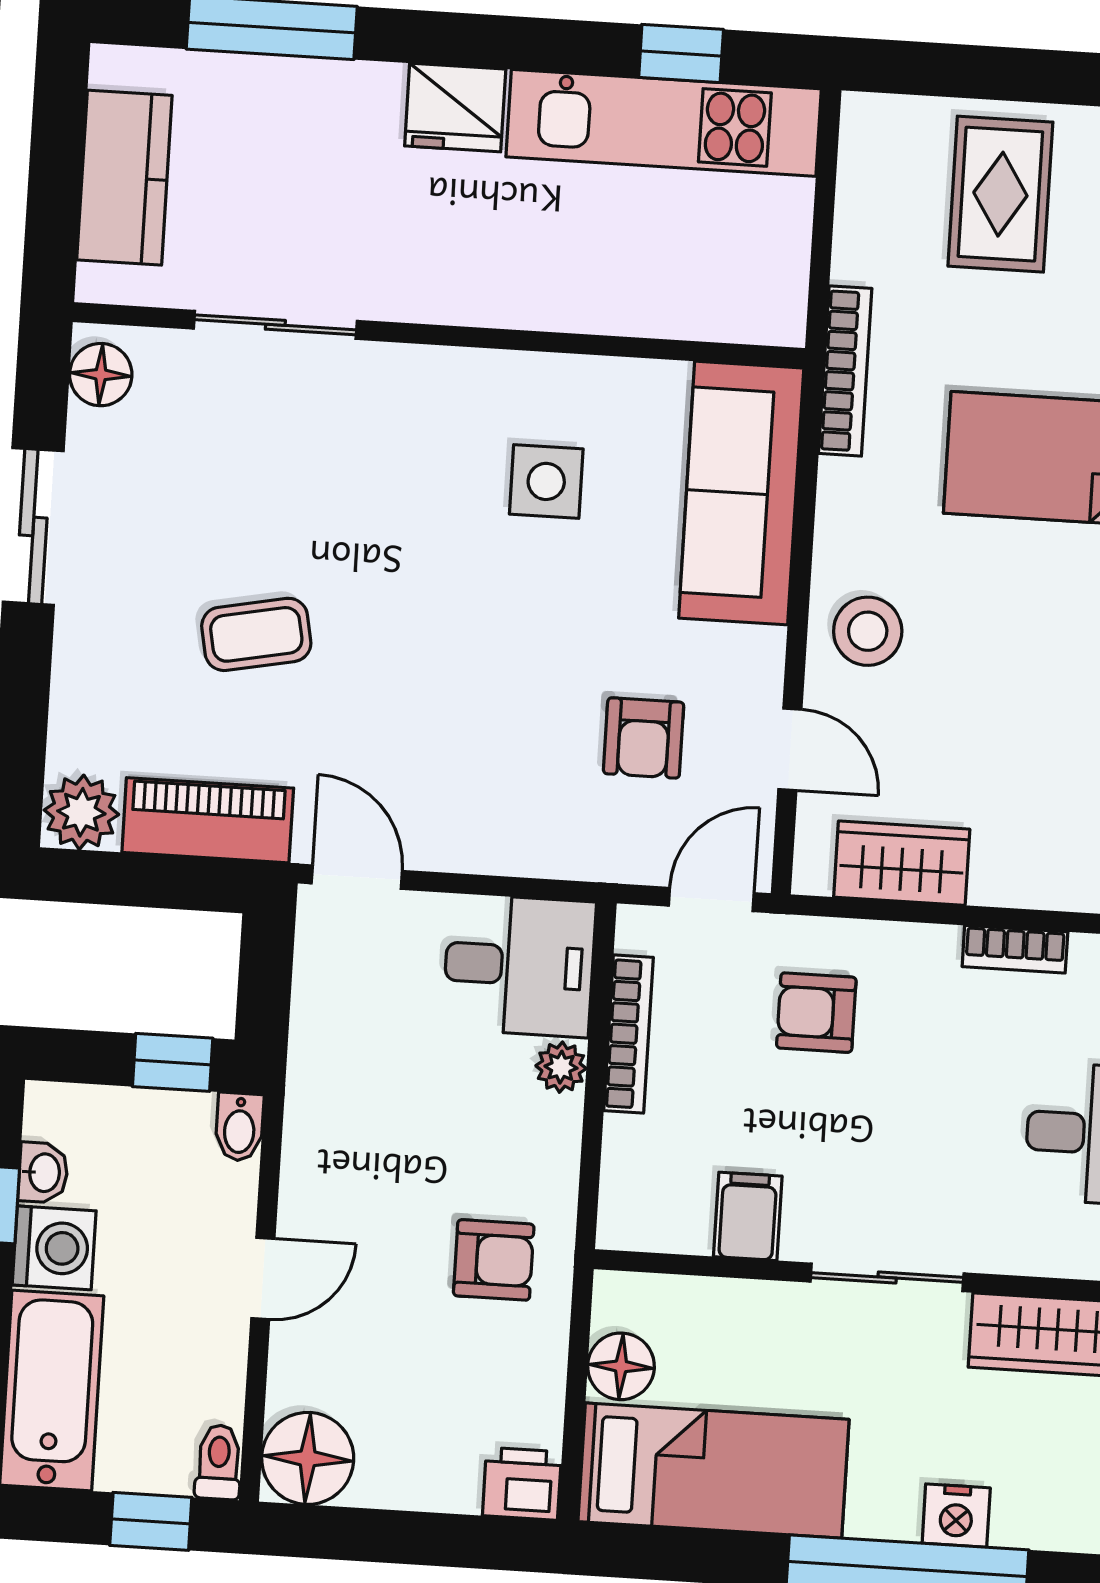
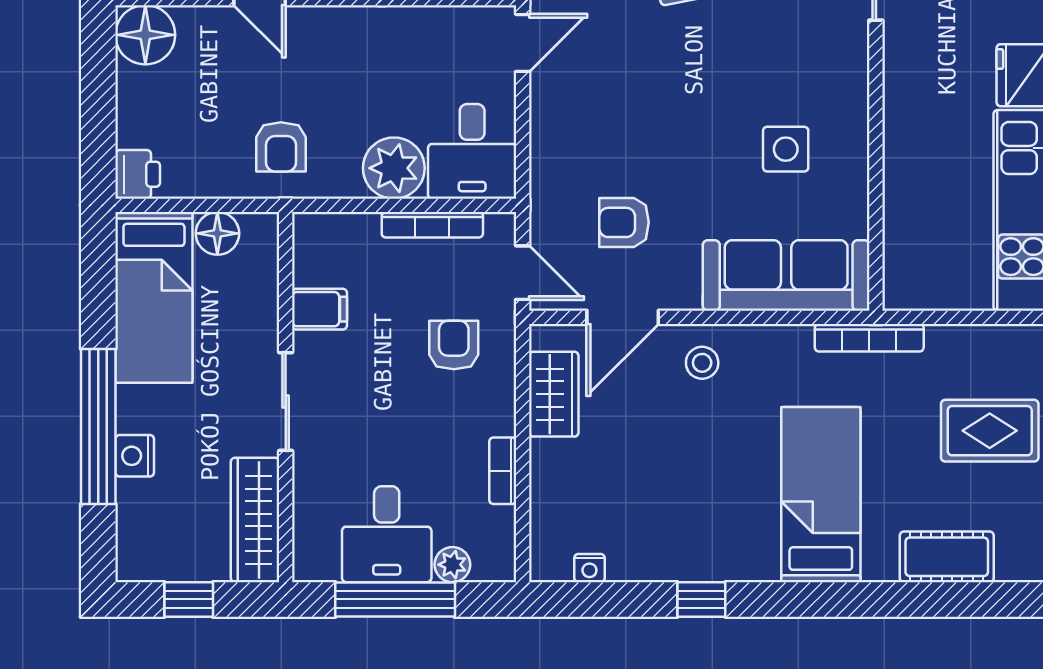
stool: (868, 631) -> (702, 363), width x0.73, depth x0.73
door: (790, 749) -> (623, 317), width x1.38
plant: (561, 1067) -> (394, 168), width x1.87, depth x1.87

